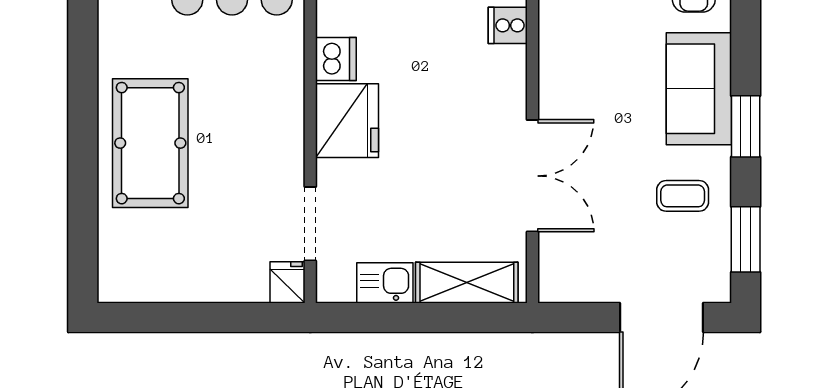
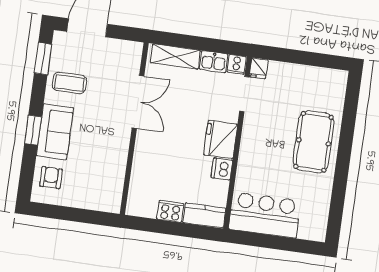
cooker: (508, 25) -> (236, 64), moved, turned 90
window: (746, 126) -> (33, 130), moved
double door: (532, 176) -> (138, 102), swing flipped
coffee table: (683, 196) -> (69, 83), width x1.36, depth x1.30

